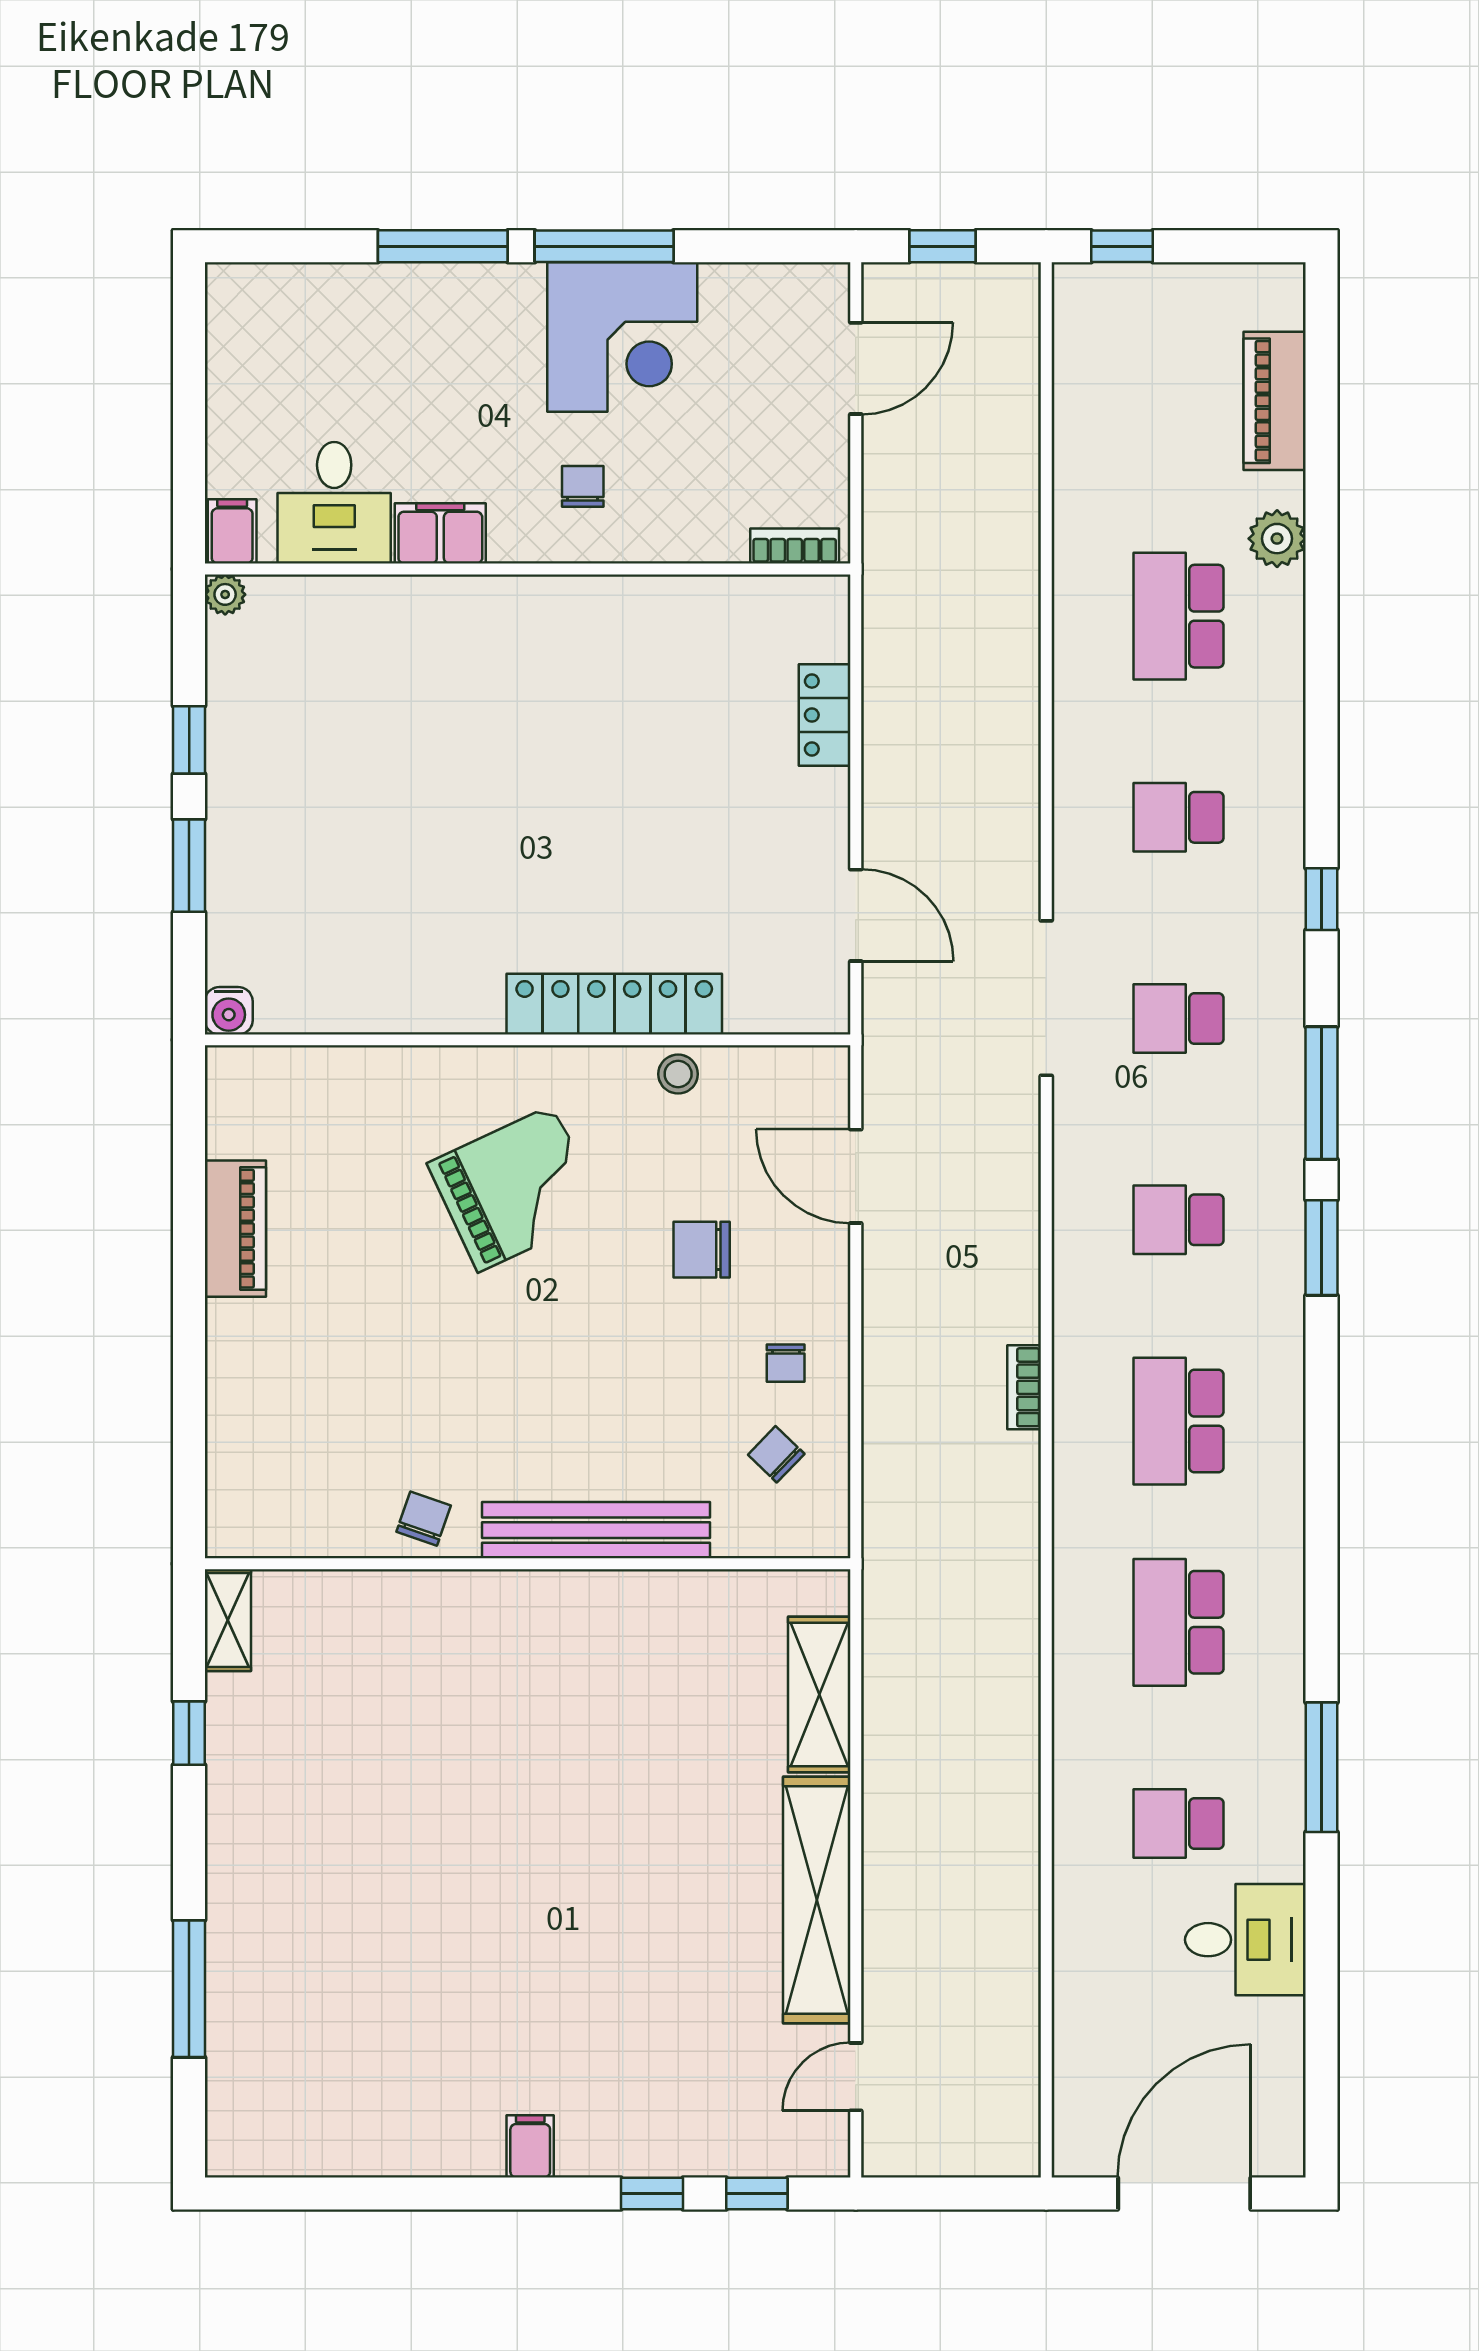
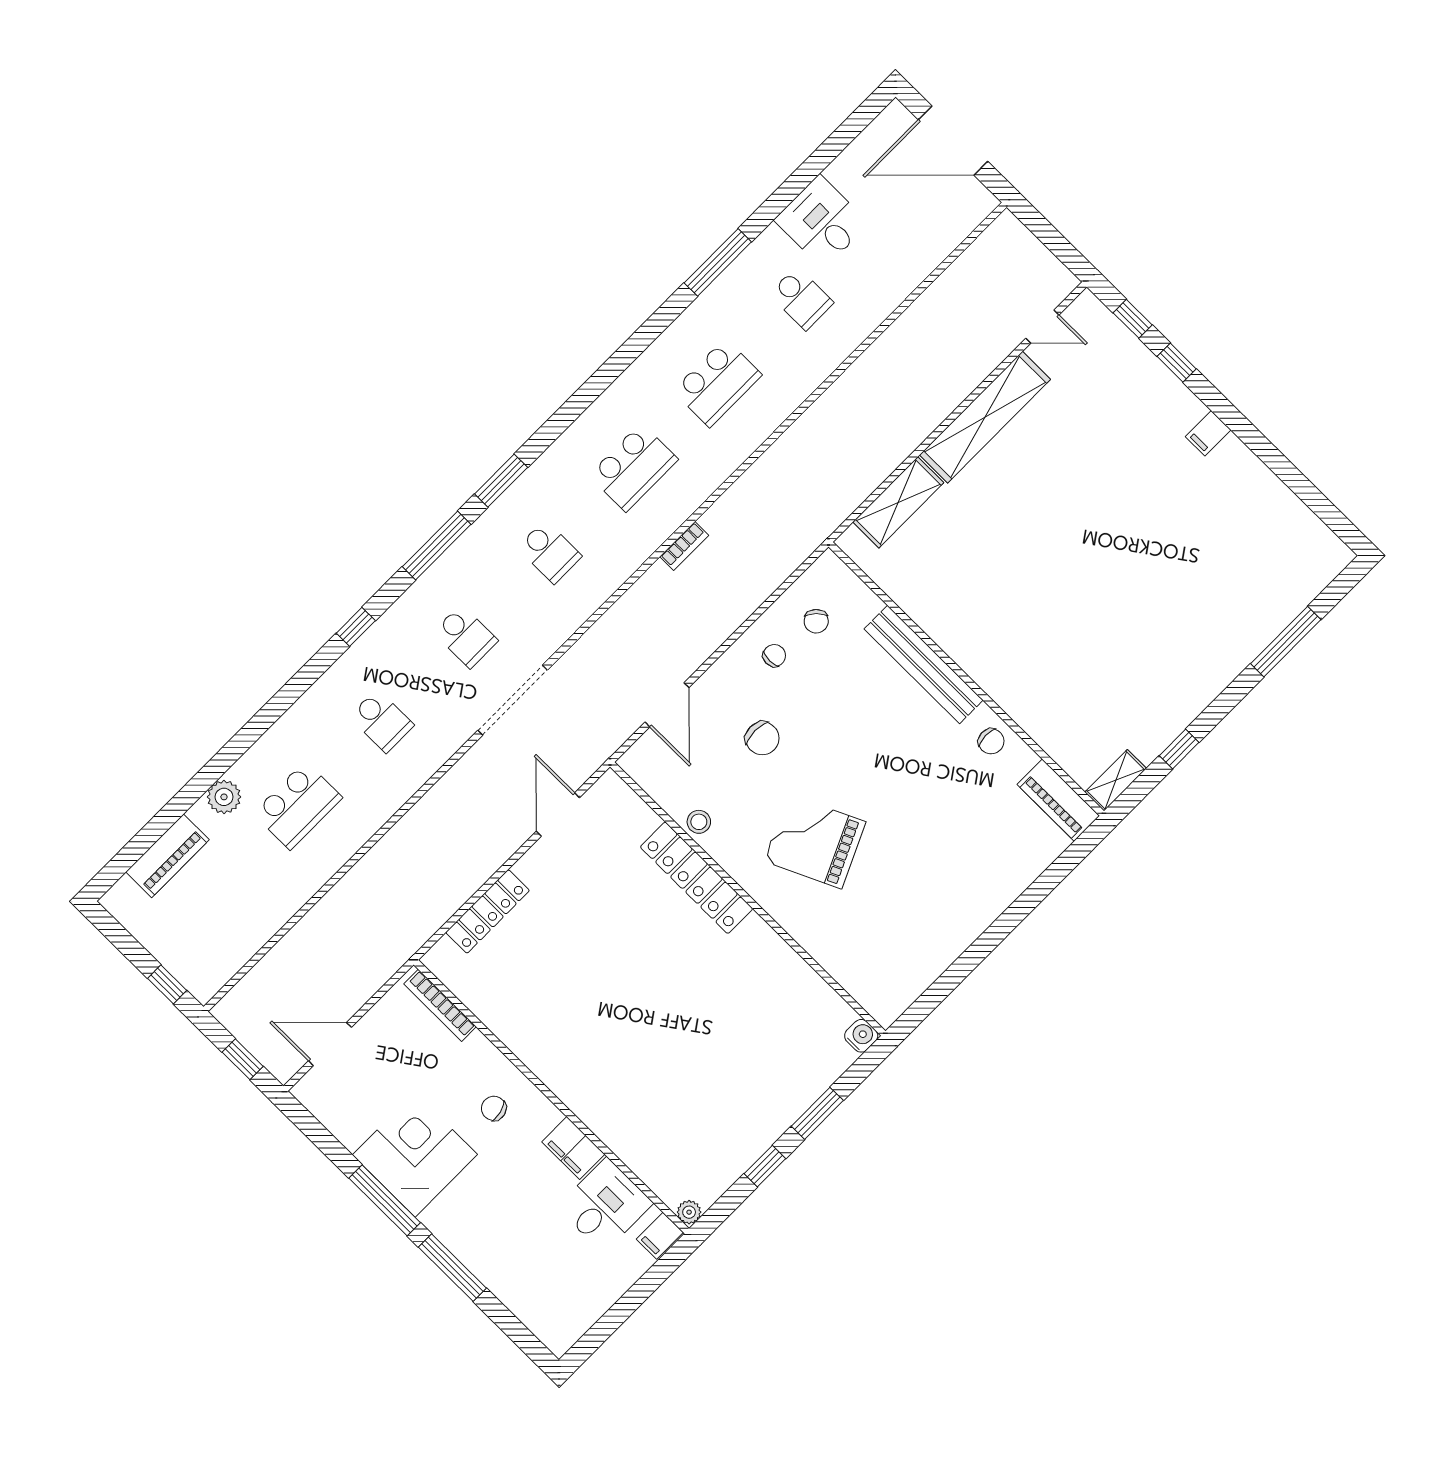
chair: (583, 486) -> (494, 1108), turned 76
bookcase: (795, 546) -> (440, 1005), width x1.56
locker: (825, 715) -> (488, 911), width x1.53
piano: (235, 1229) -> (1058, 800), moved, turned -90
chair: (424, 1519) -> (991, 741), turned -111

